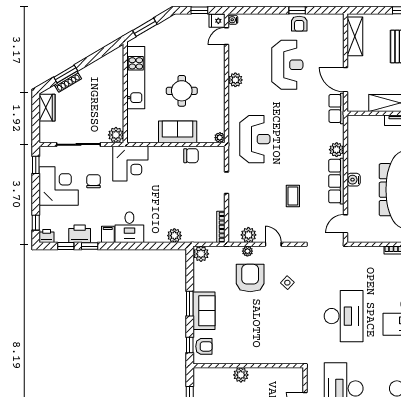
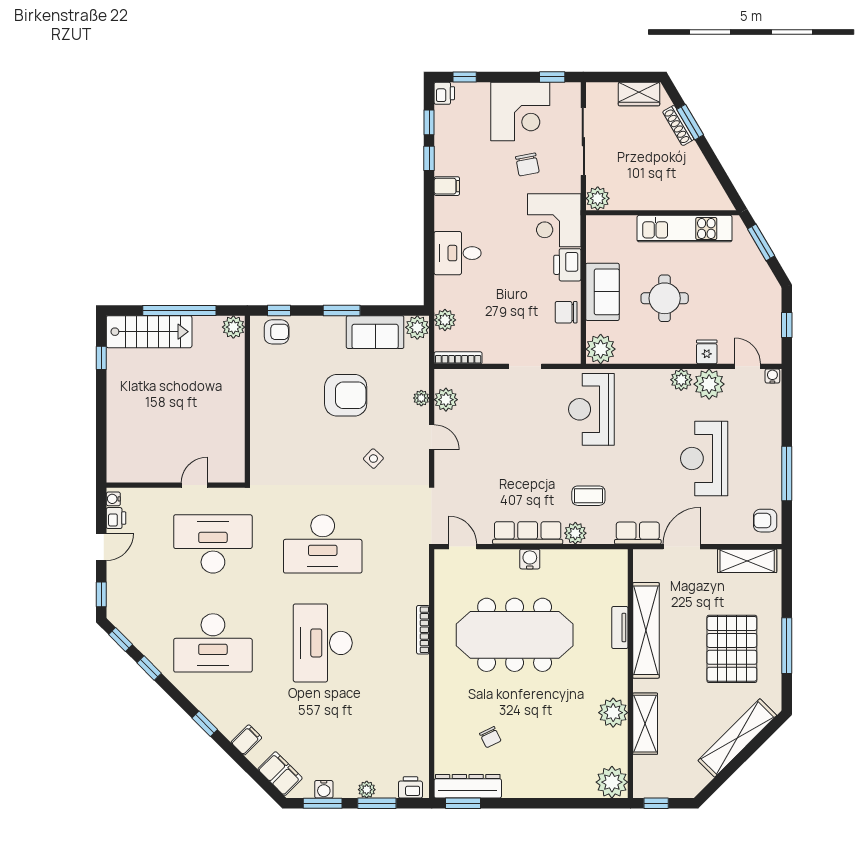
window: (297, 10) -> (787, 474), width x2.17
fridge: (217, 21) -> (707, 352), moved
armchair: (299, 24) -> (765, 521), moved
plant: (238, 62) -> (709, 384), added
reception desk: (287, 65) -> (704, 458), turned 90
plant: (220, 138) -> (601, 349), width x1.88, depth x1.88
reception desk: (255, 139) -> (591, 409), turned 90
chair: (191, 156) -> (566, 312), turned 90
chair: (94, 181) -> (527, 164), turned 79
coffee table: (293, 196) -> (588, 496), moved
desk: (129, 227) -> (458, 253), moved
printer: (80, 234) -> (567, 265), moved, turned 180
plant: (174, 236) -> (445, 320), moved
door: (273, 244) -> (432, 437), hinge flipped
armchair: (250, 278) -> (346, 395), moved
sofa: (204, 311) -> (375, 332), moved
armchair: (204, 346) -> (277, 332), turned -90
plant: (241, 375) -> (233, 327), moved

